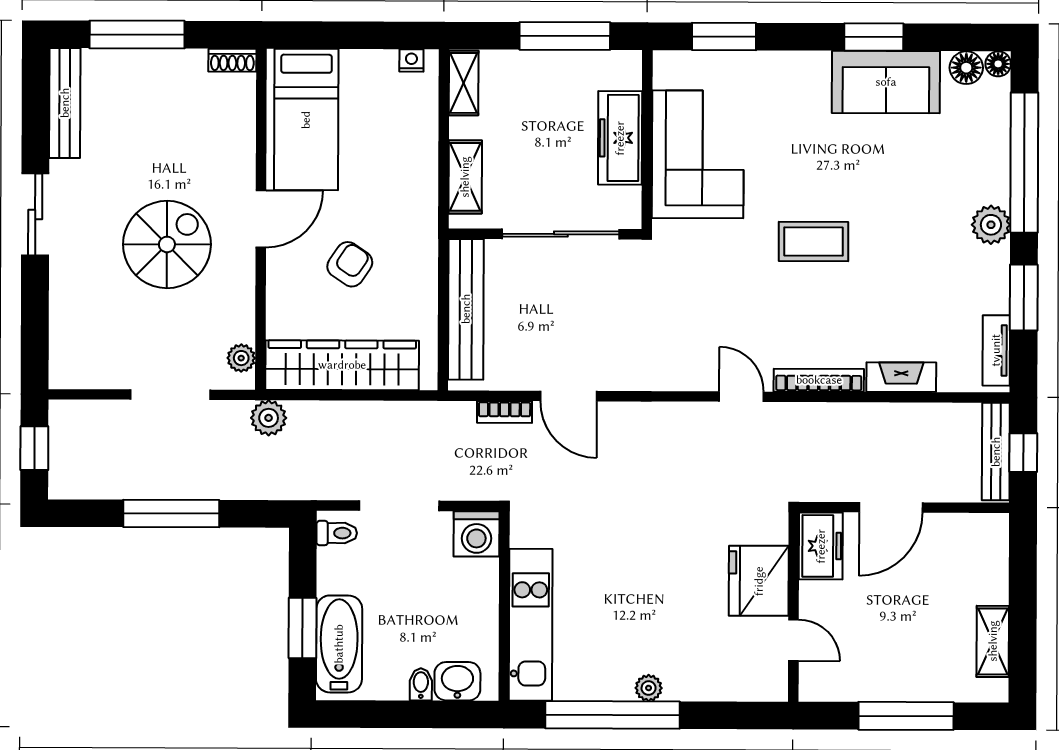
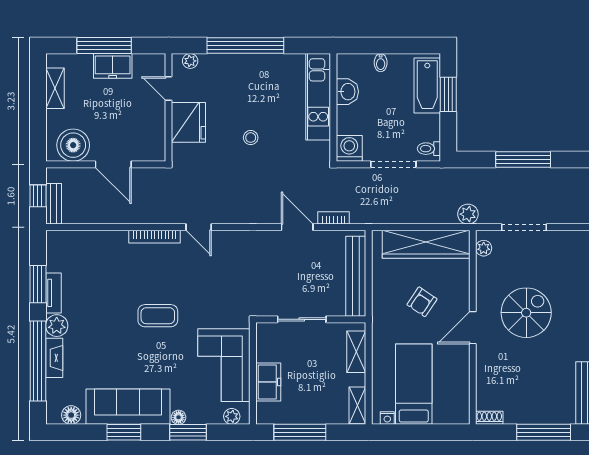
window: (724, 37) -> (188, 432), moved
plant: (684, 64) -> (232, 416), added
floor lamp: (998, 64) -> (179, 417), moved
sofa: (886, 82) -> (128, 407), width x1.36
bed: (306, 120) -> (414, 384), moved
freezer: (620, 138) -> (268, 382), width x0.71
sliding door: (561, 234) -> (302, 319), width x0.73
spiral stairs: (167, 244) -> (526, 313), turned 180
tv unit: (996, 350) -> (53, 293), moved
fireplace: (901, 377) -> (54, 358), moved, turned -90
bench: (996, 452) -> (54, 204), width x0.73
door: (891, 507) -> (113, 164), swing flipped
boiler: (961, 541) -> (73, 145), added
freezer: (821, 546) -> (113, 66), moved, turned -90
stool: (649, 554) -> (251, 138), added
washbasin: (457, 681) -> (347, 92), moved, turned -90
plant: (649, 688) -> (190, 61), moved
window: (612, 715) -> (245, 46), moved

